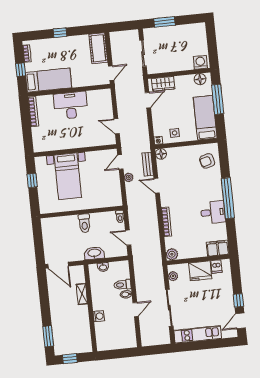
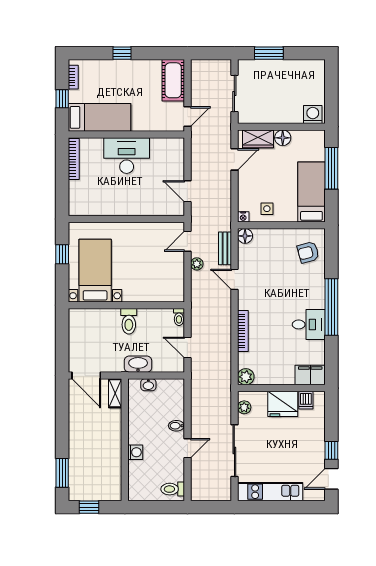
floor lamp: (200, 79) -> (283, 138), moved
bed with nightstands: (68, 176) -> (95, 271), moved, turned 180
toilet: (122, 285) -> (173, 489), moved
shelving: (82, 294) -> (115, 393), moved

